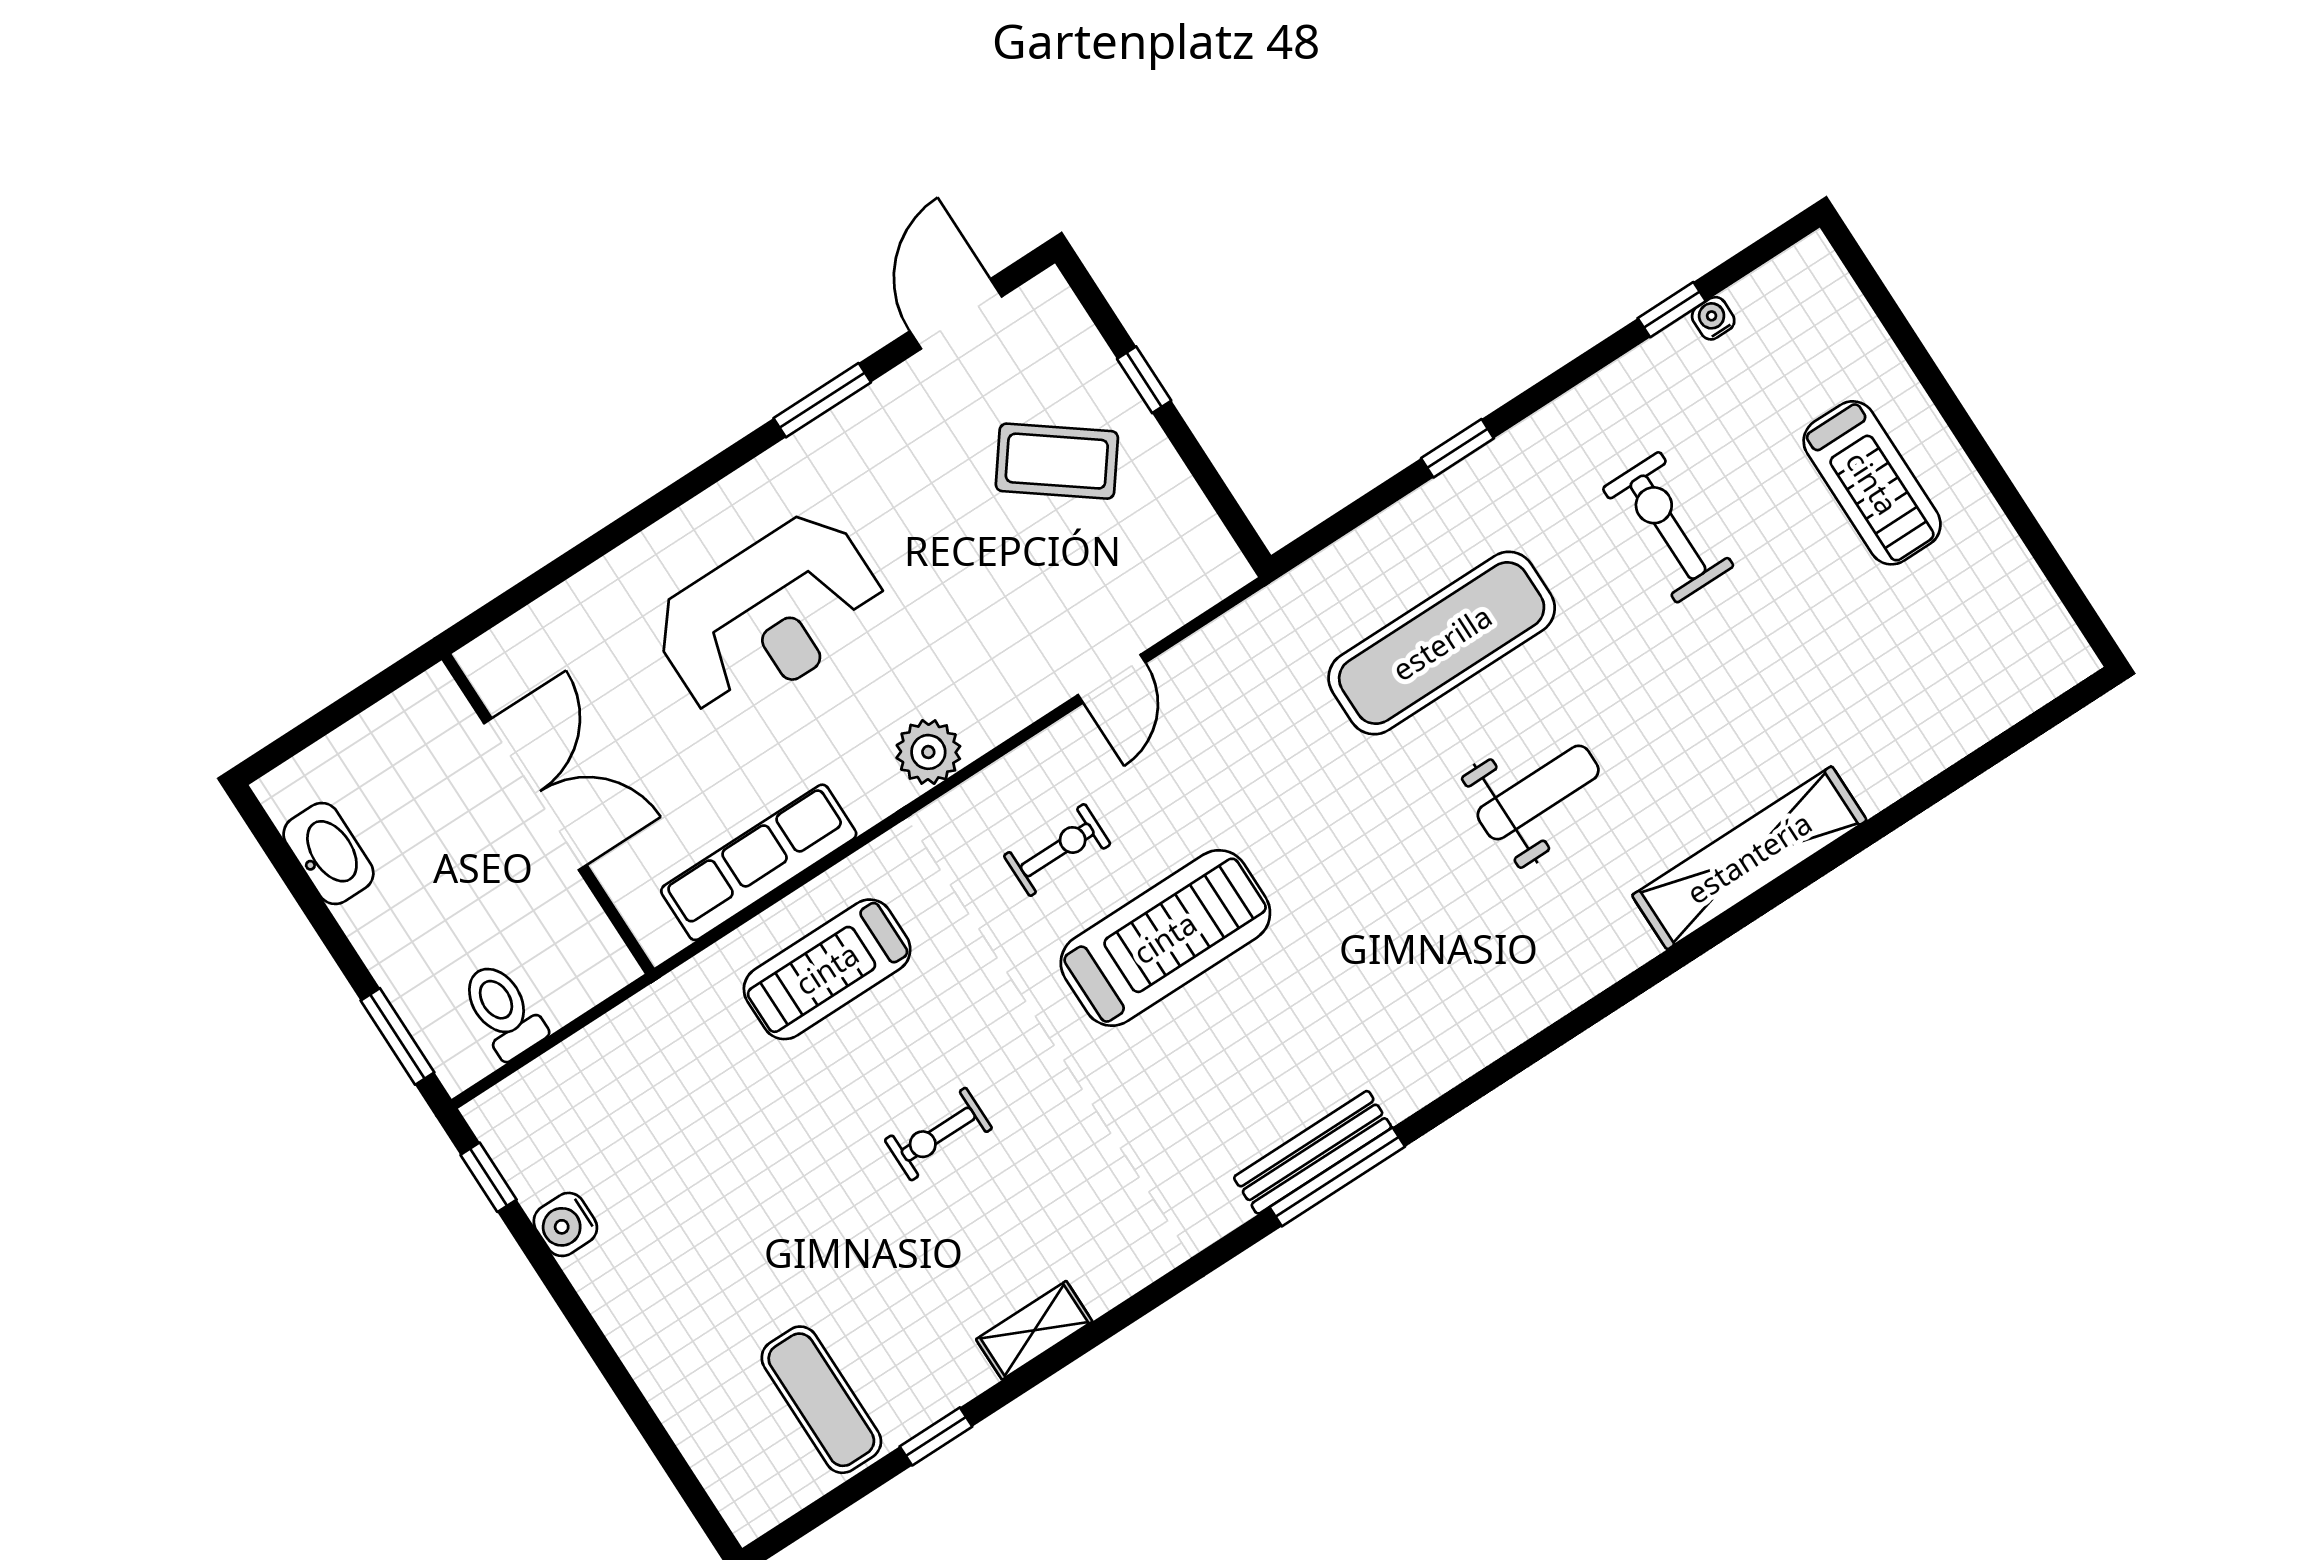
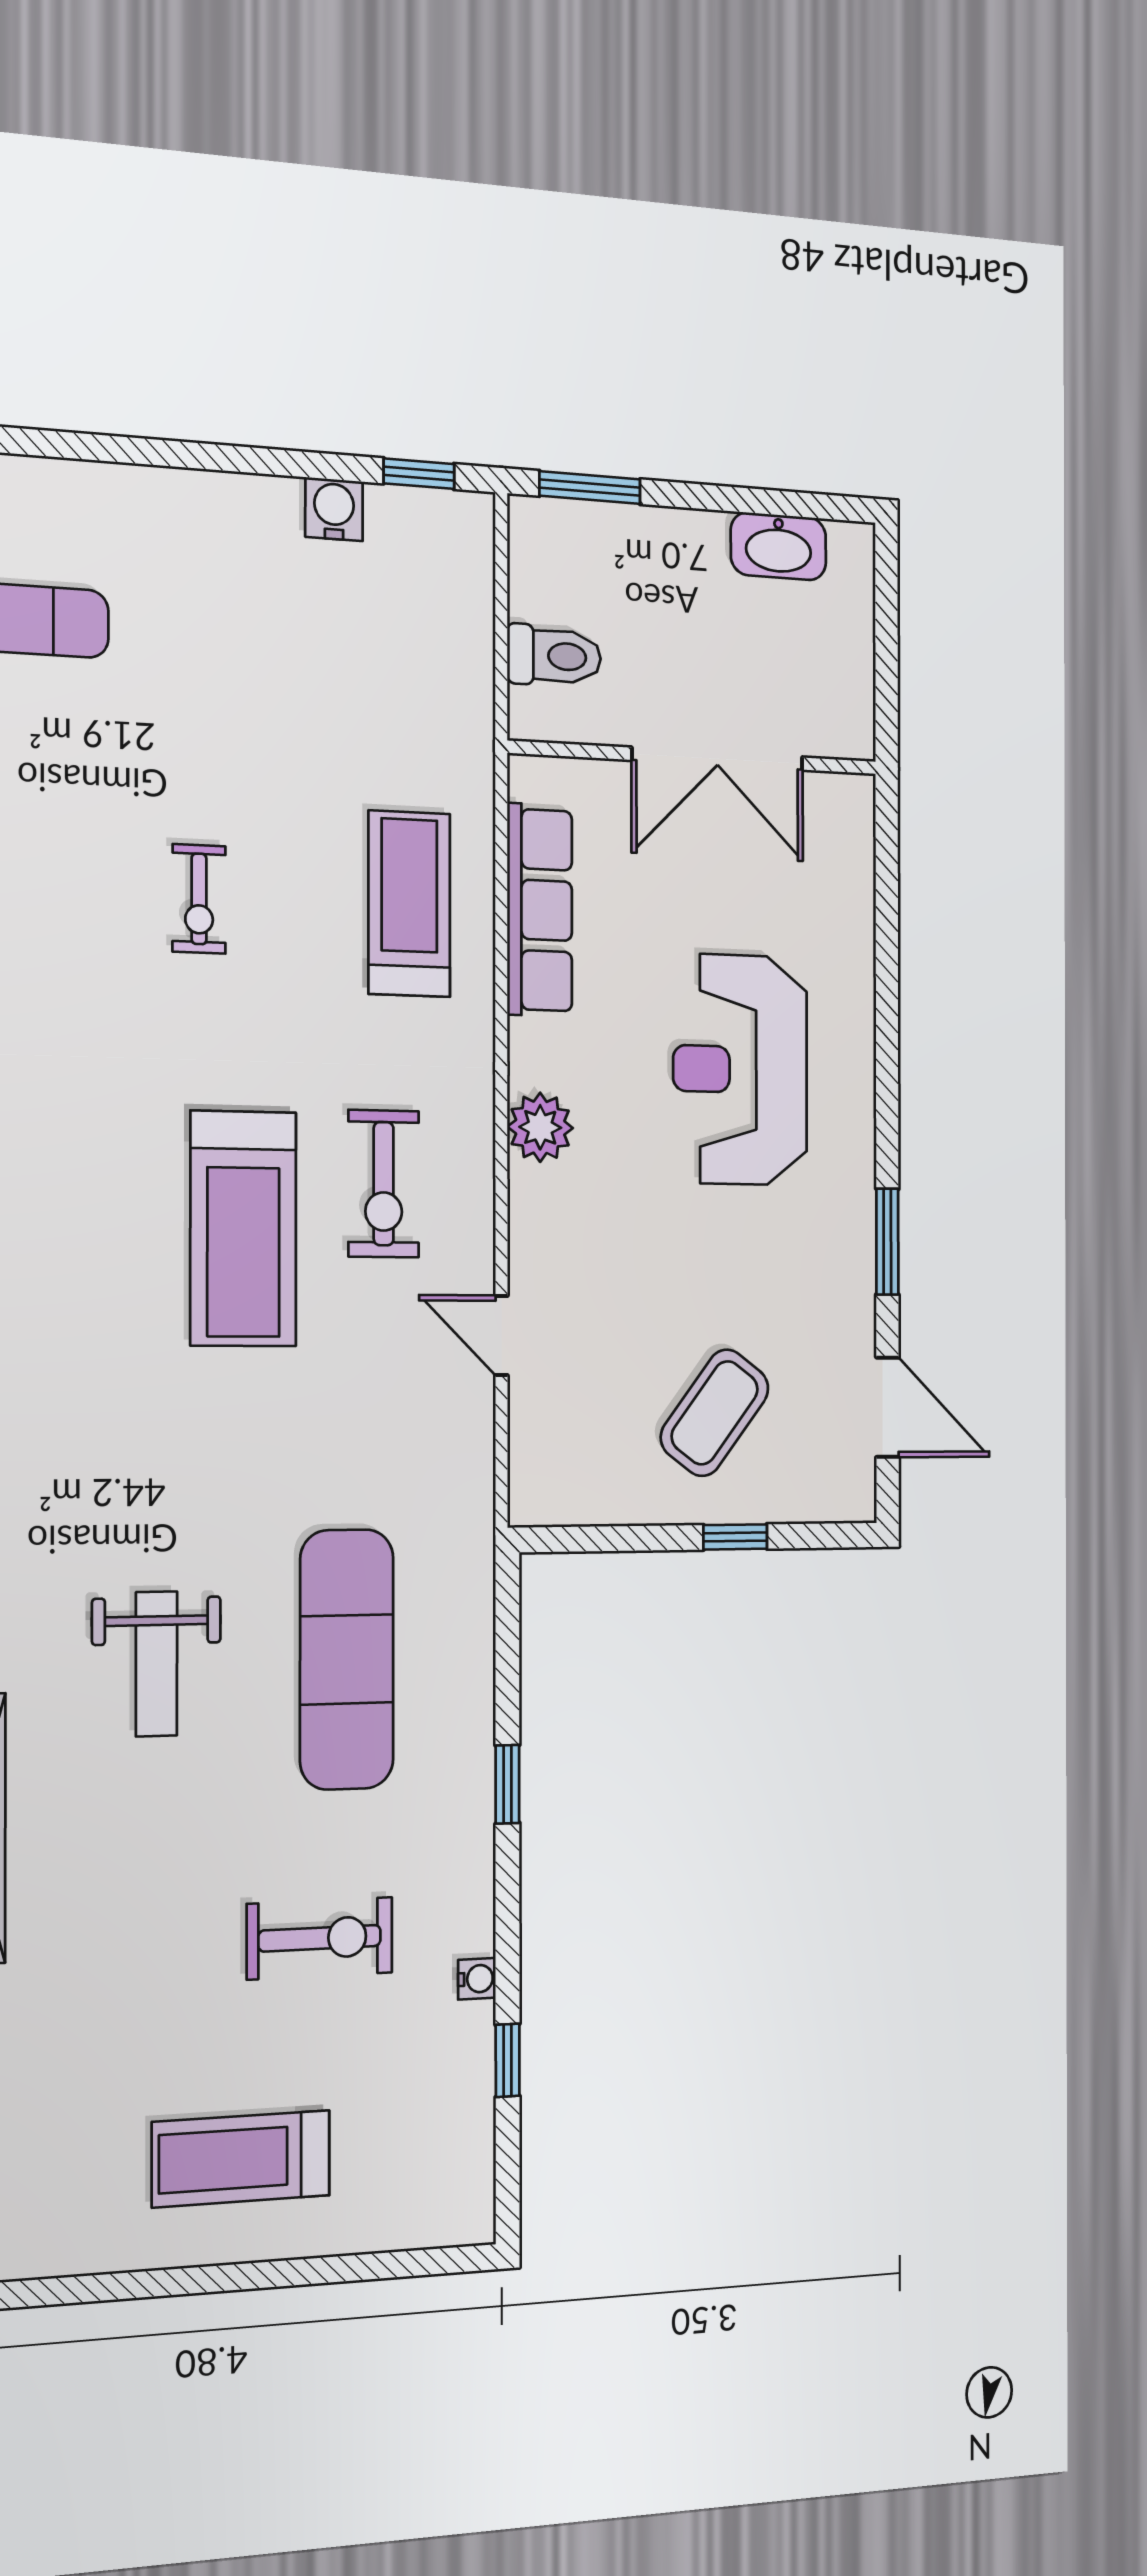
water cooler: (1713, 318) -> (477, 1979), moved
exercise bike: (1057, 850) -> (384, 1184), width x1.38, depth x1.39
toilet: (503, 1011) -> (554, 656), moved
exercise bike: (938, 1134) -> (199, 899), turned 180

